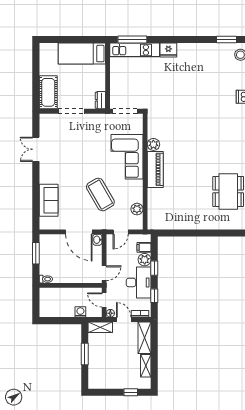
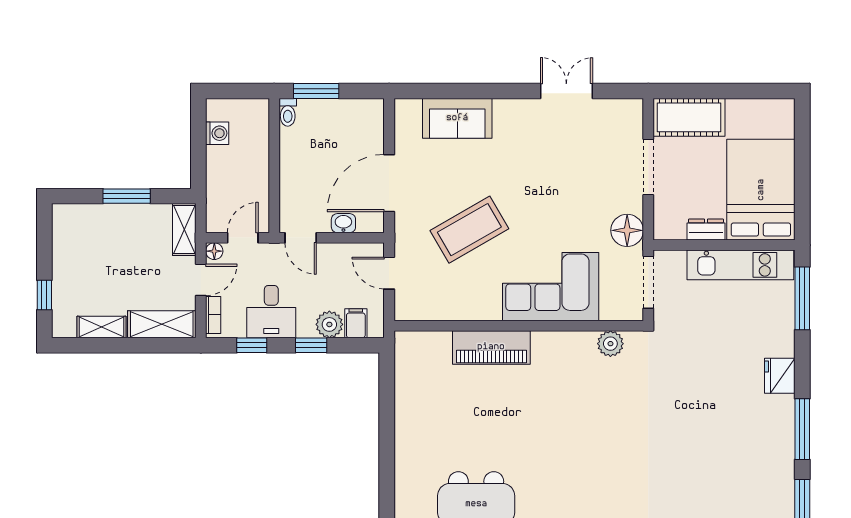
window: (193, 40) -> (802, 429), added
kitchen unit: (135, 50) -> (740, 265), moved, turned -90
bed: (82, 54) -> (761, 190), width x1.50
dresser: (100, 100) -> (706, 230), moved
floor lamp: (101, 121) -> (627, 230), added
plant: (153, 144) -> (610, 344), moved
piano: (155, 169) -> (491, 347), moved
plant: (137, 209) -> (438, 308), removed
washbasin: (97, 240) -> (343, 223), moved
window: (36, 253) -> (316, 91), moved
desk: (139, 282) -> (271, 312), width x0.73
washing machine: (80, 312) -> (217, 133), moved

